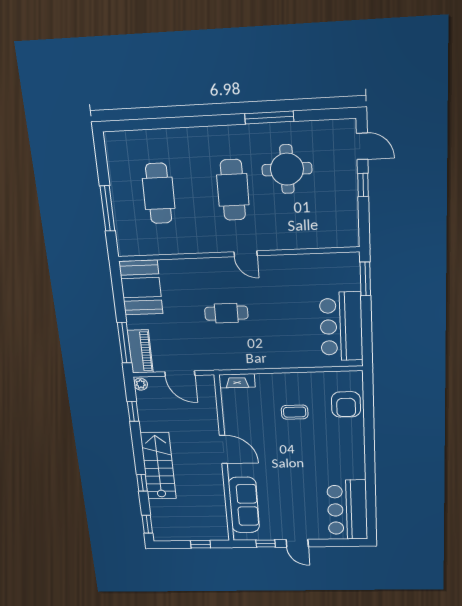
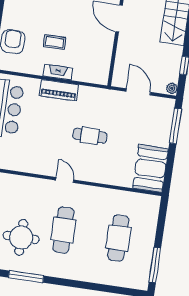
window: (108, 208) -> (155, 265), moved
piano: (140, 351) -> (59, 90), moved, turned -90
fireplace: (237, 381) -> (58, 72), moved

